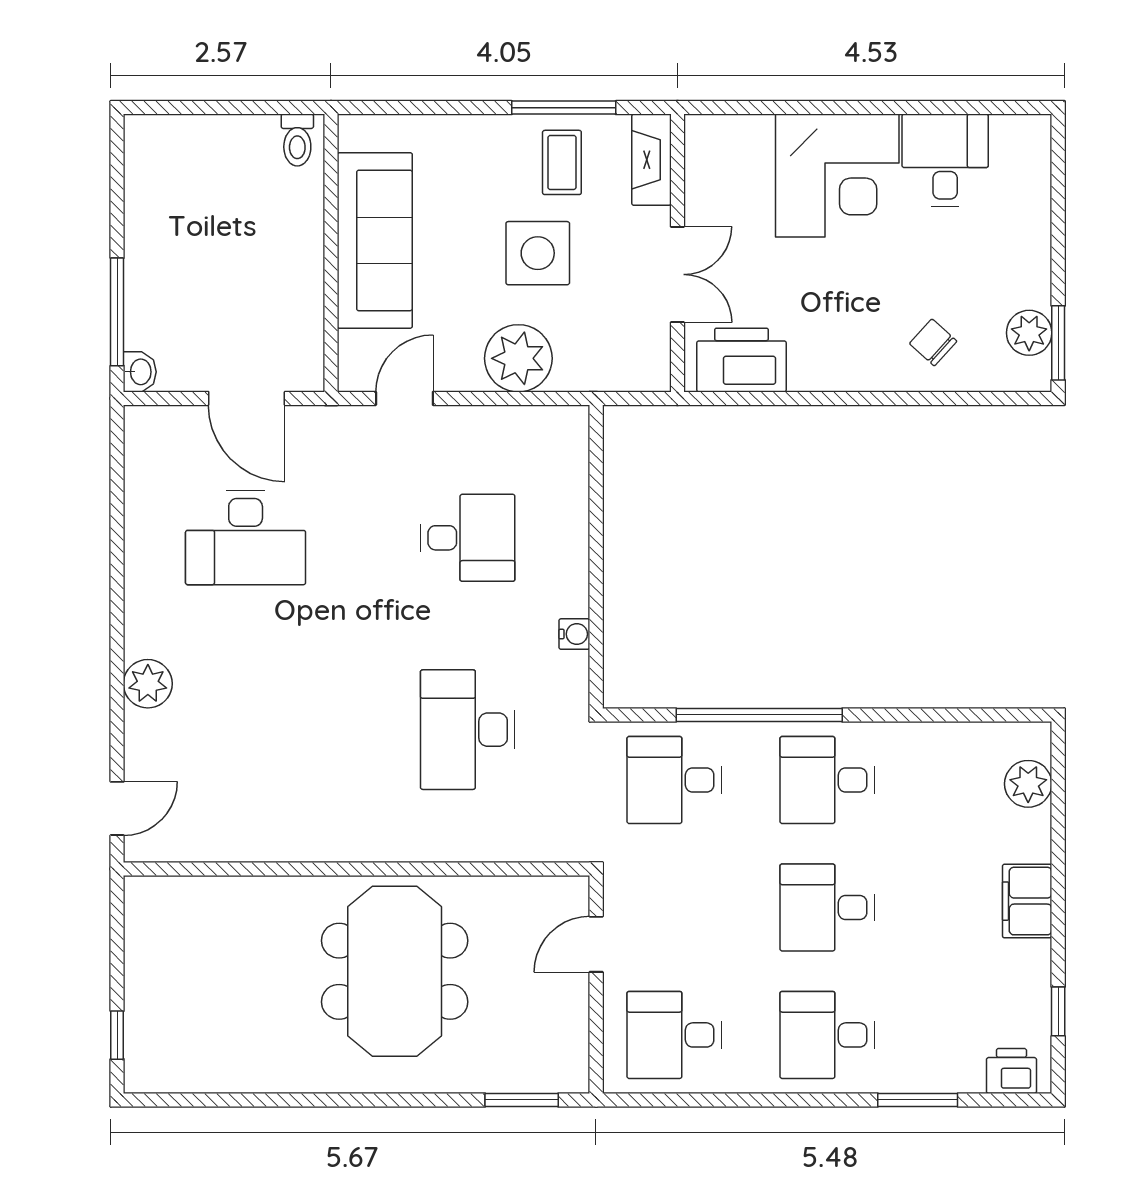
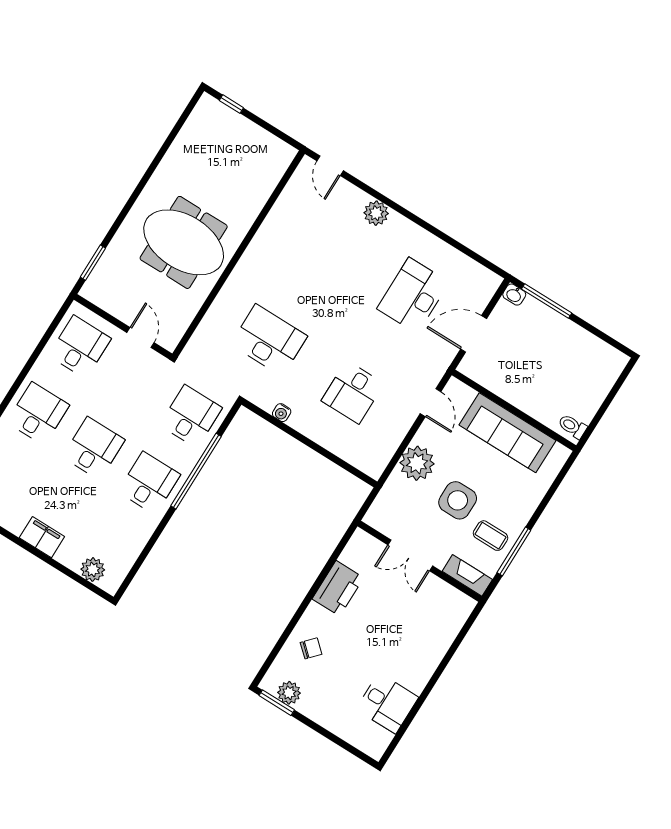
corner desk: (837, 176) -> (410, 652), removed
printer: (741, 360) -> (338, 588), moved

